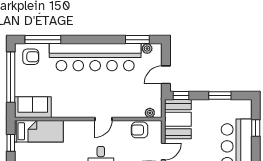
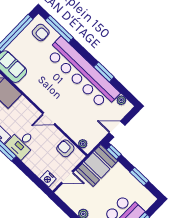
window: (137, 40) -> (104, 72), moved

